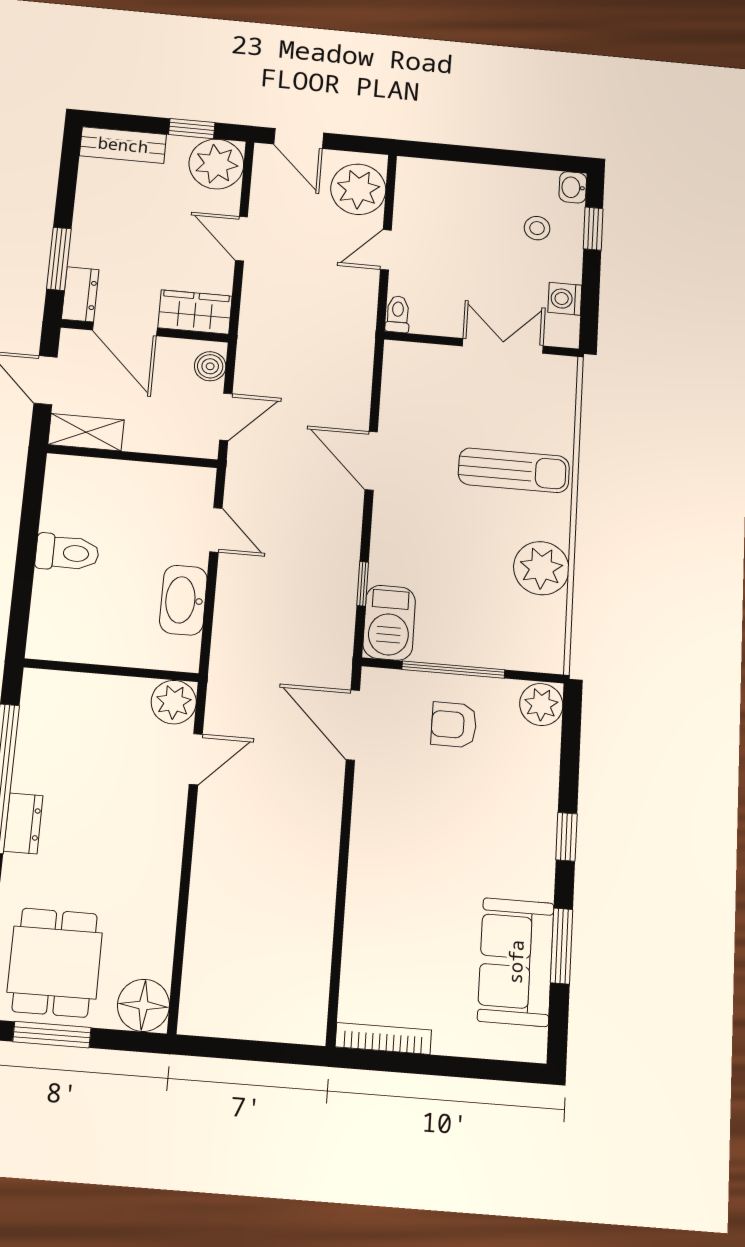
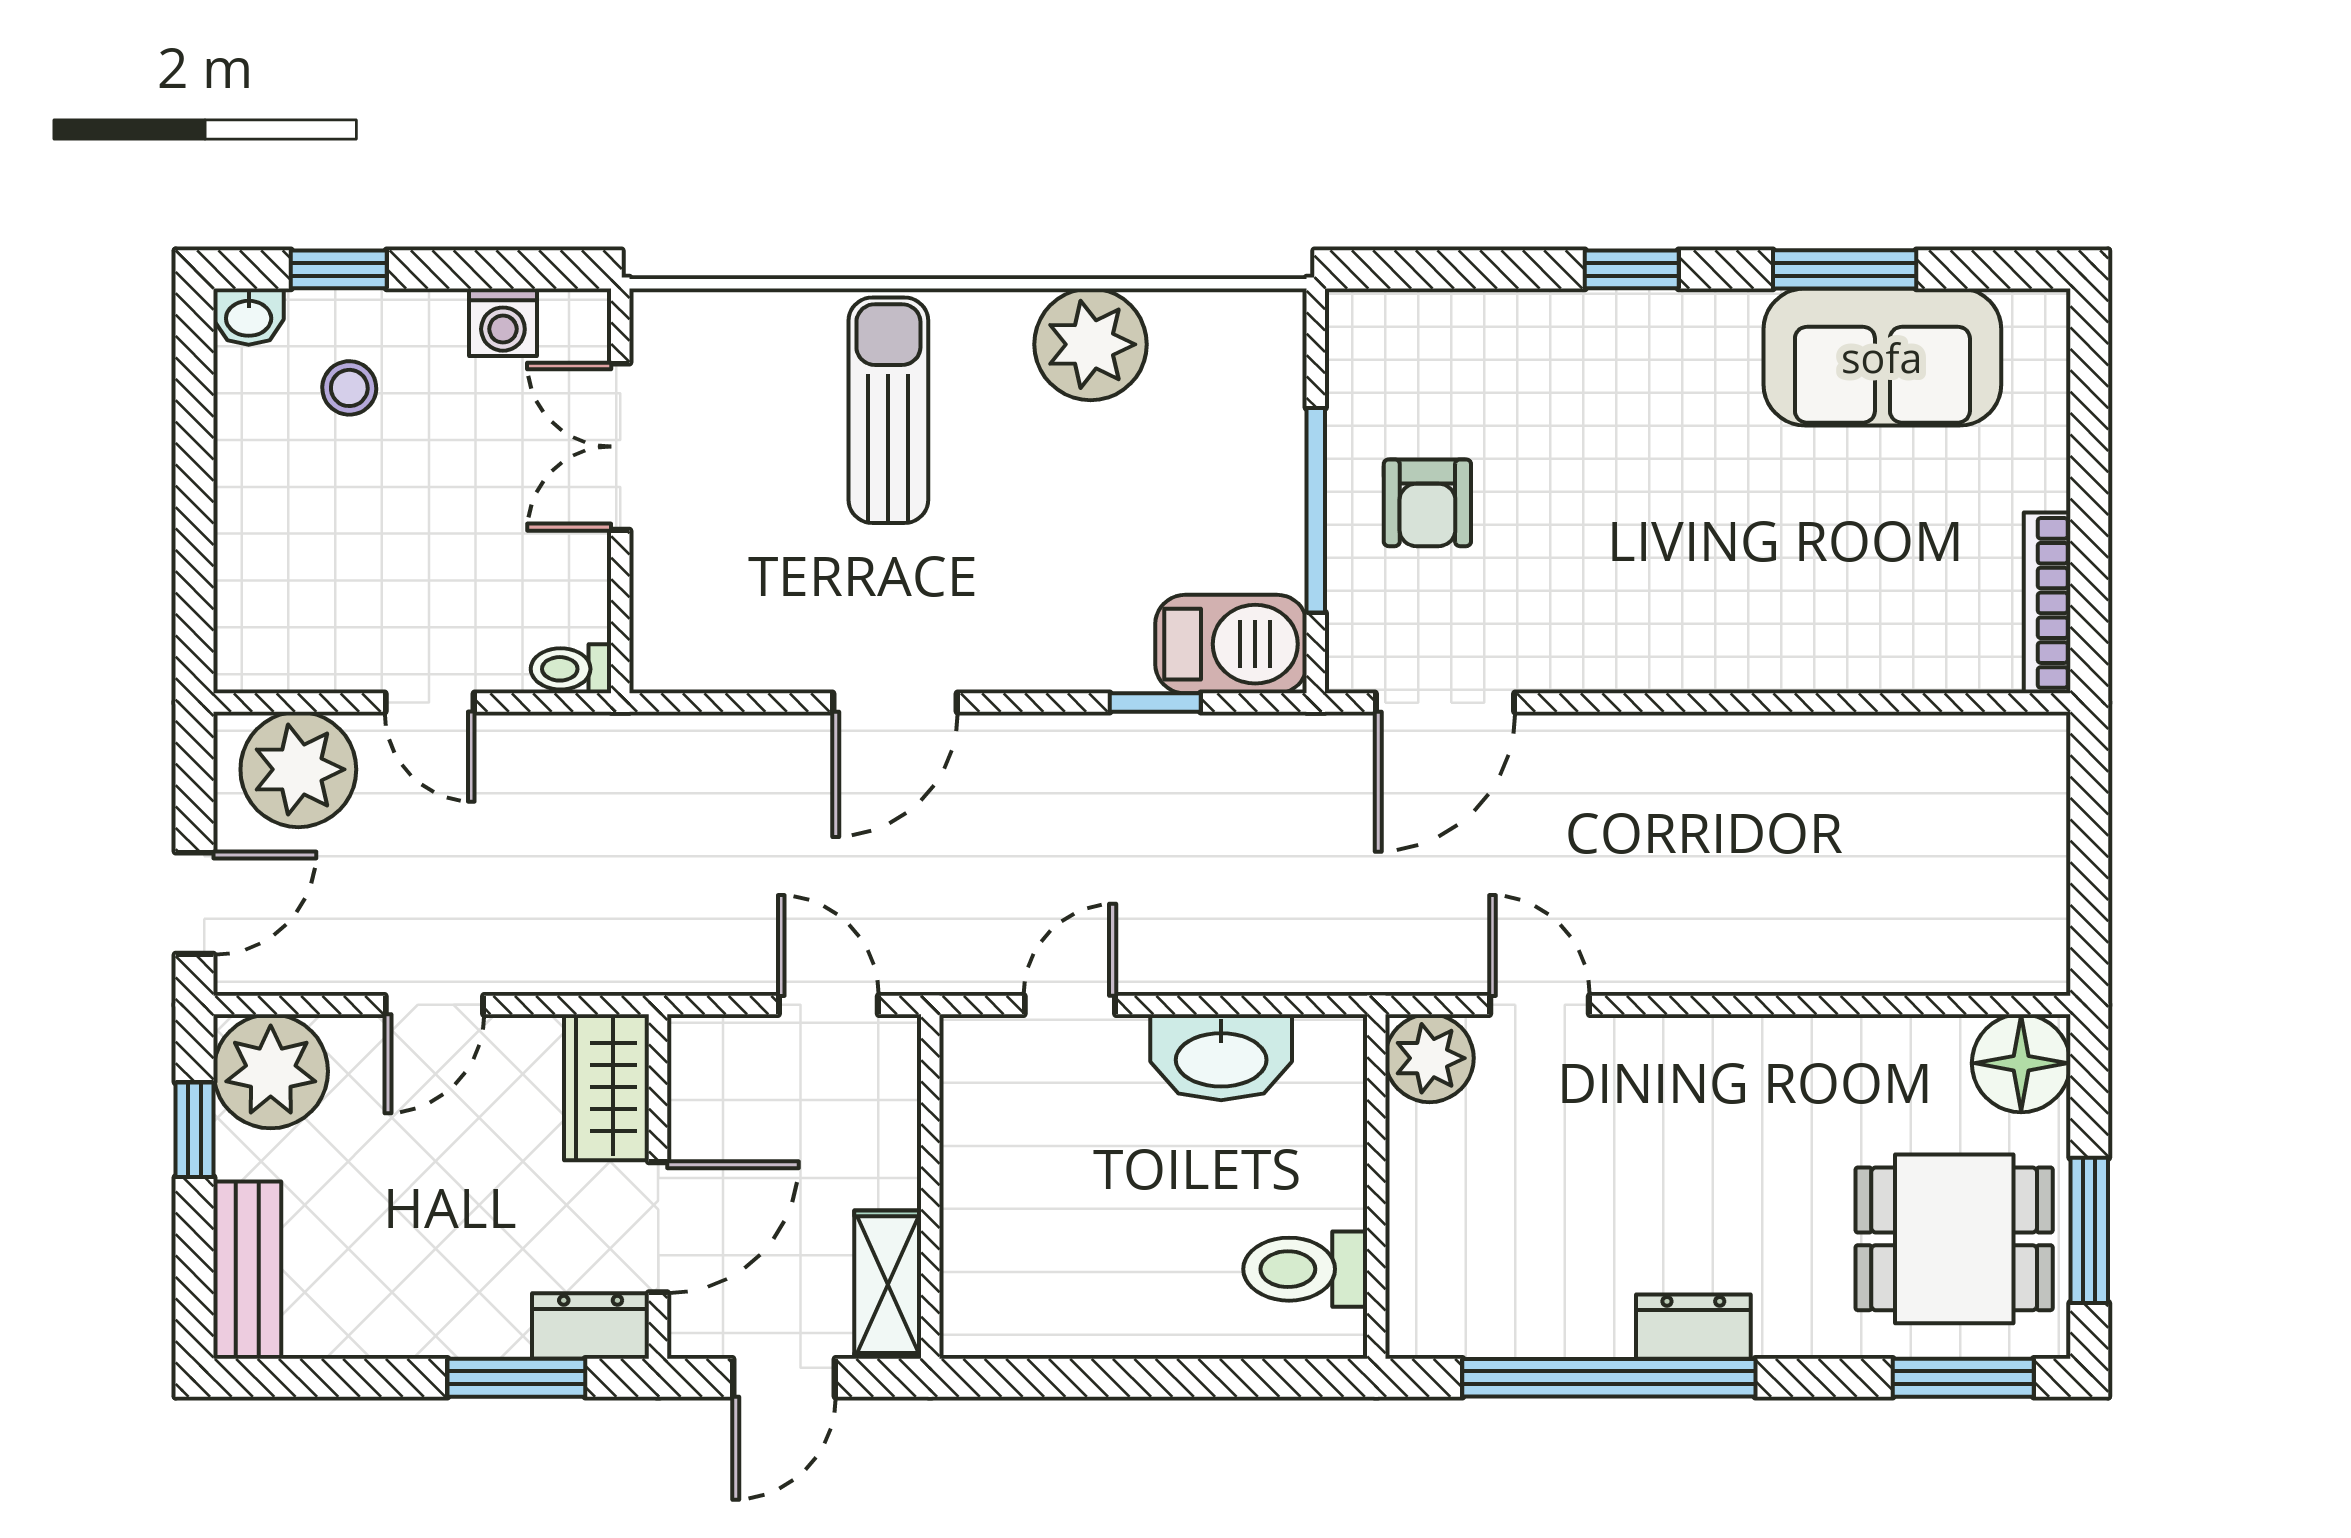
boiler: (210, 366) -> (722, 1046), removed
toilet: (67, 553) -> (1305, 1269), moved, turned -90
plant: (541, 705) -> (1372, 331), removed

